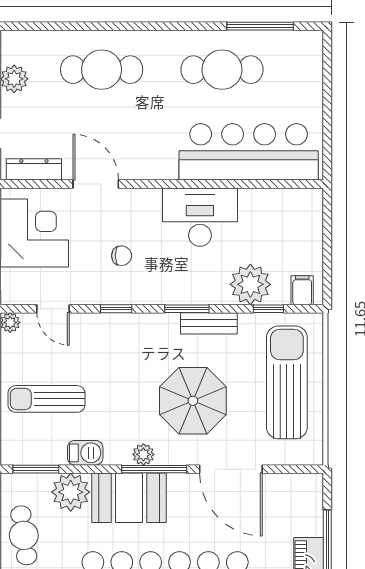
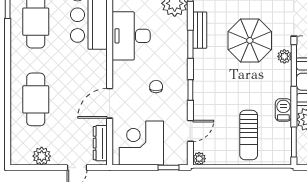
plant: (143, 454) -> (284, 56), moved

